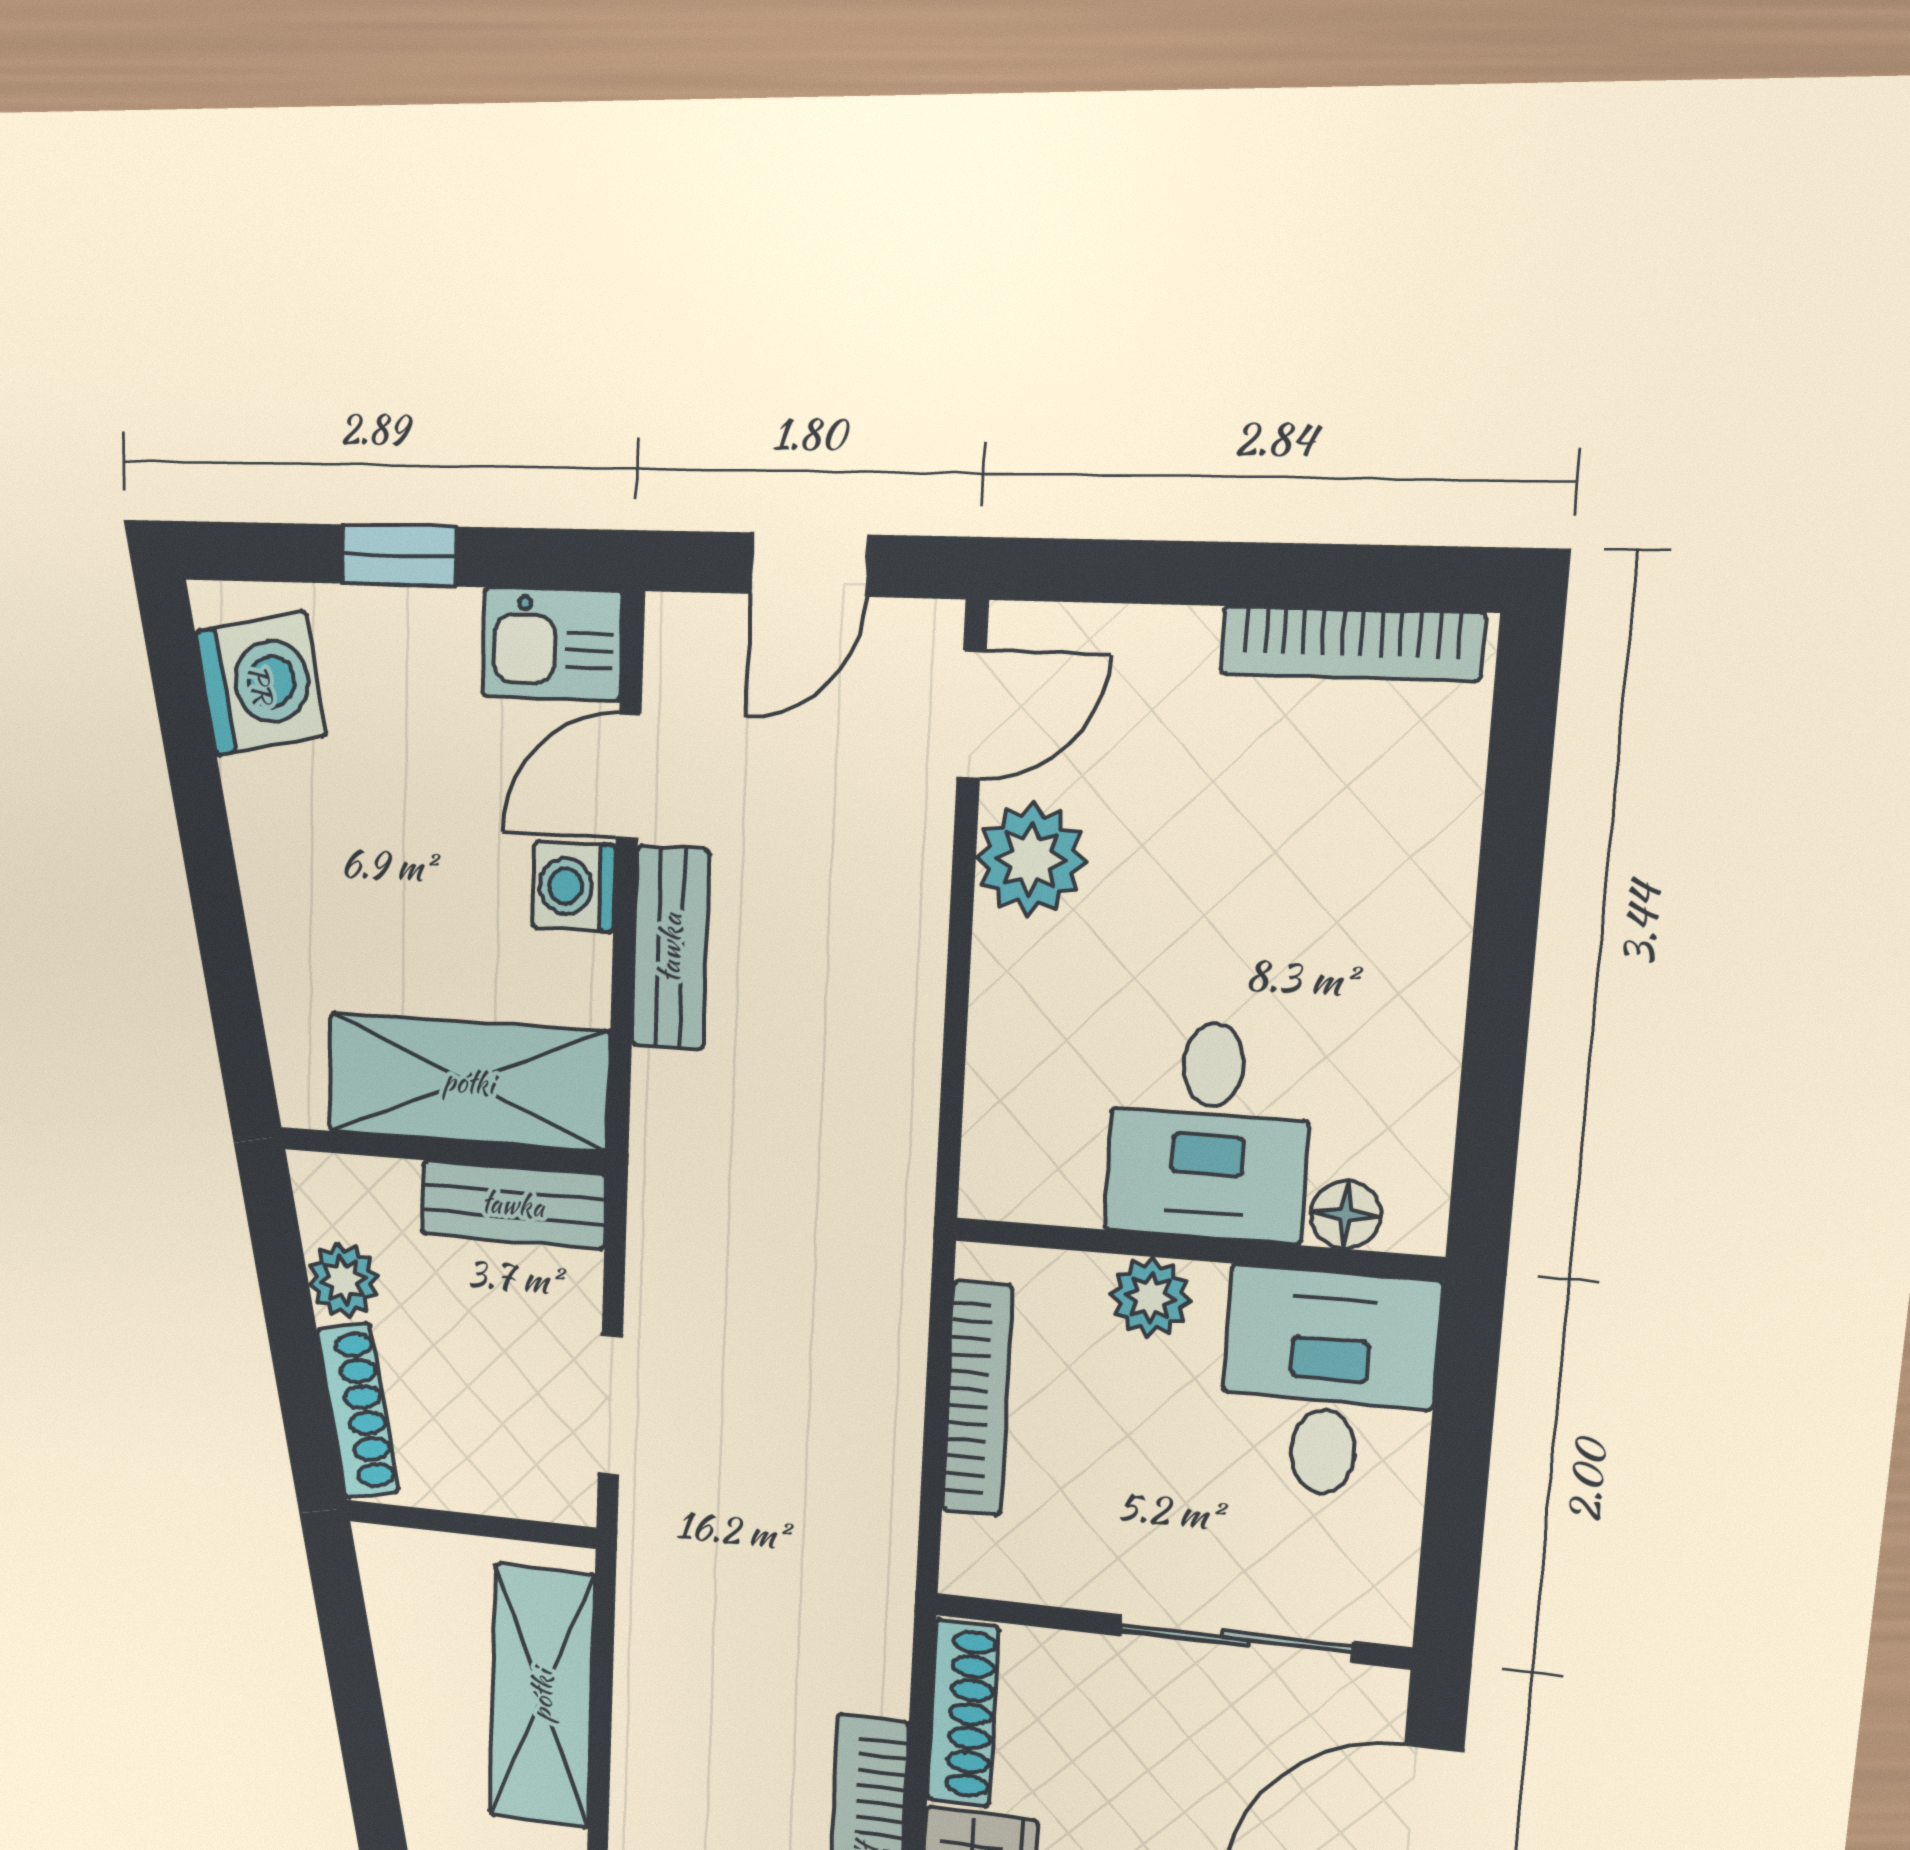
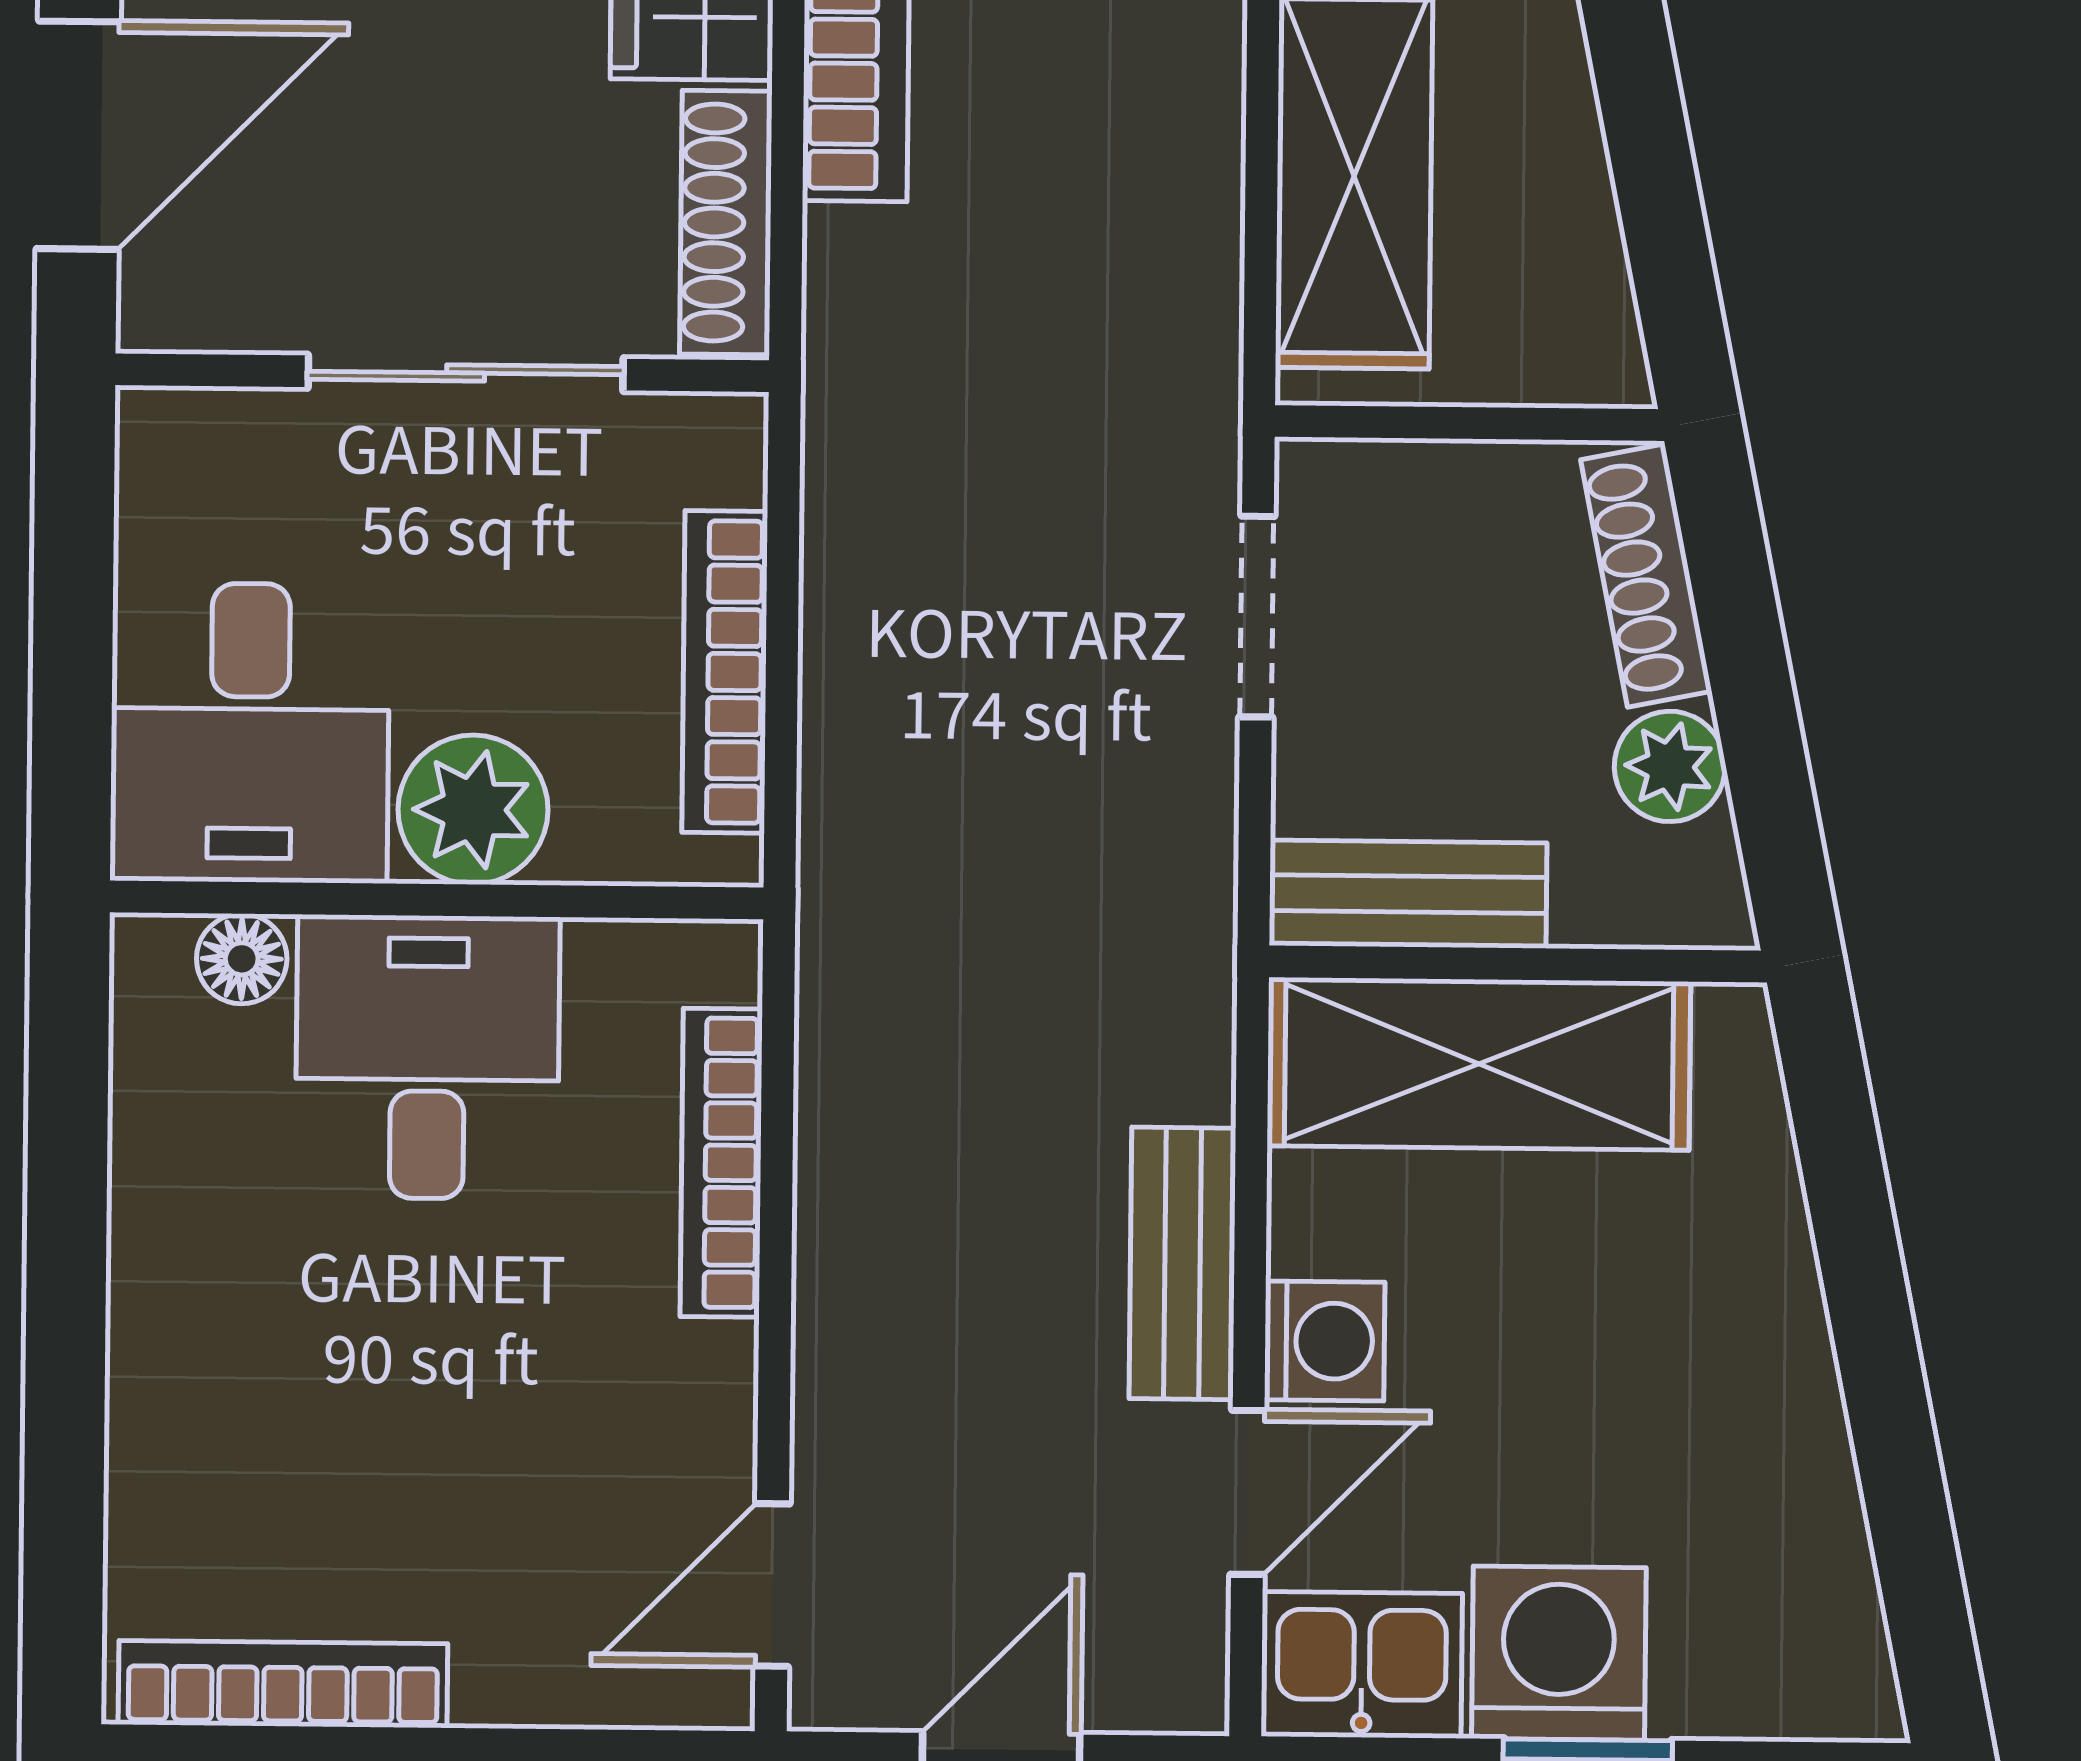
washing machine: (261, 684) -> (1559, 1653), moved, turned 101
plant: (1030, 859) -> (684, 1401), removed
bookcase: (995, 1039) -> (721, 1163), added
plant: (1150, 1297) -> (473, 810), width x1.38, depth x1.38
sliding door: (1235, 1638) -> (466, 373), moved

